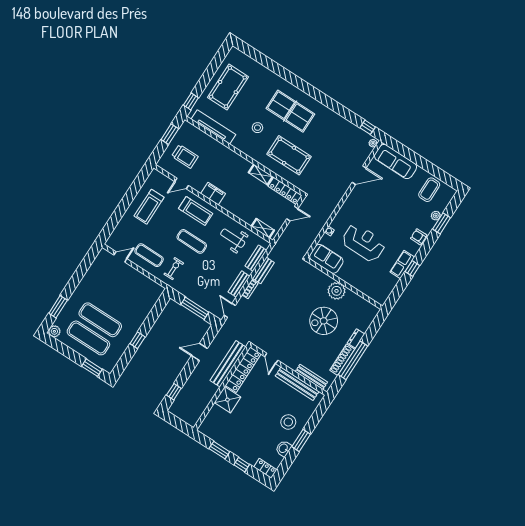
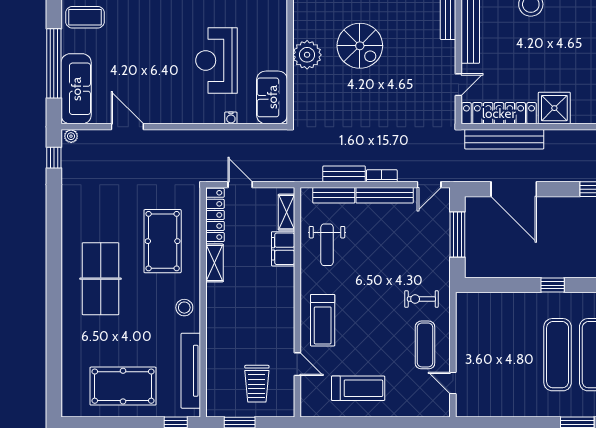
stool: (257, 128) -> (184, 308), moved
trolley: (185, 156) -> (257, 384), turned 180
window: (416, 159) -> (54, 63), added
filing cabinet: (213, 194) -> (283, 249), moved
treadmill: (196, 211) -> (323, 320), turned 180
exercise mat: (192, 241) -> (368, 298), removed
bench: (239, 284) -> (385, 195), width x1.36
door: (199, 352) -> (514, 189), width x1.87

